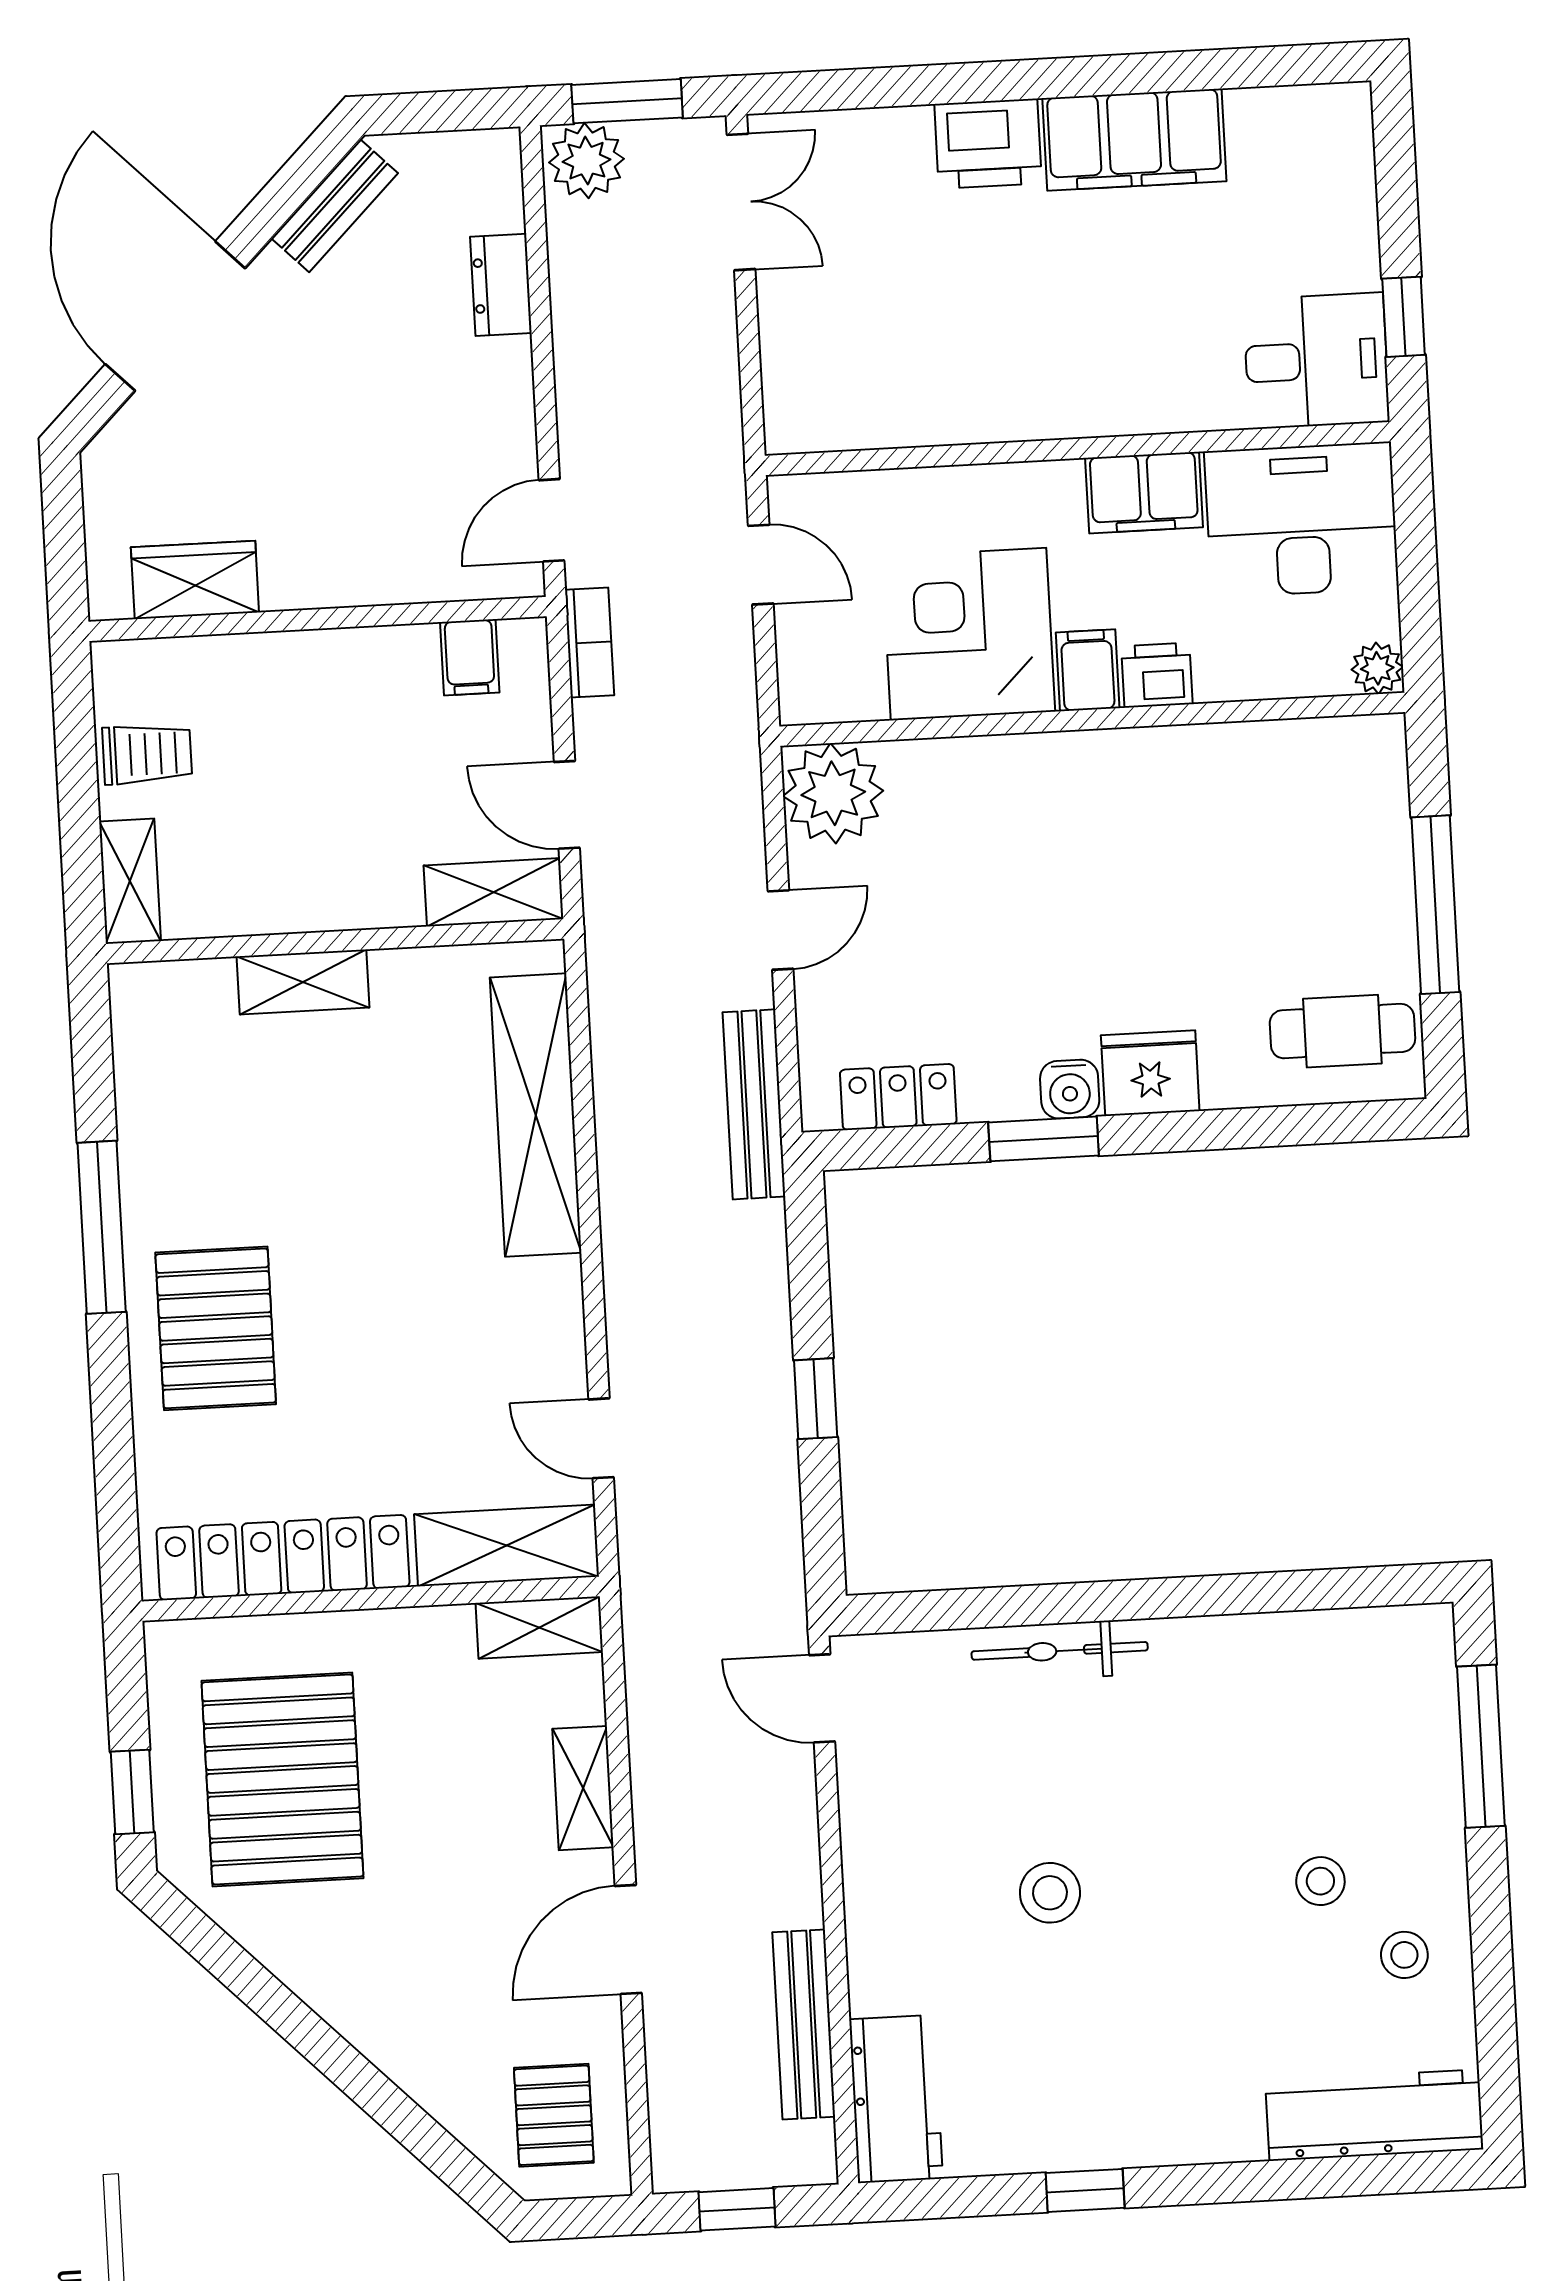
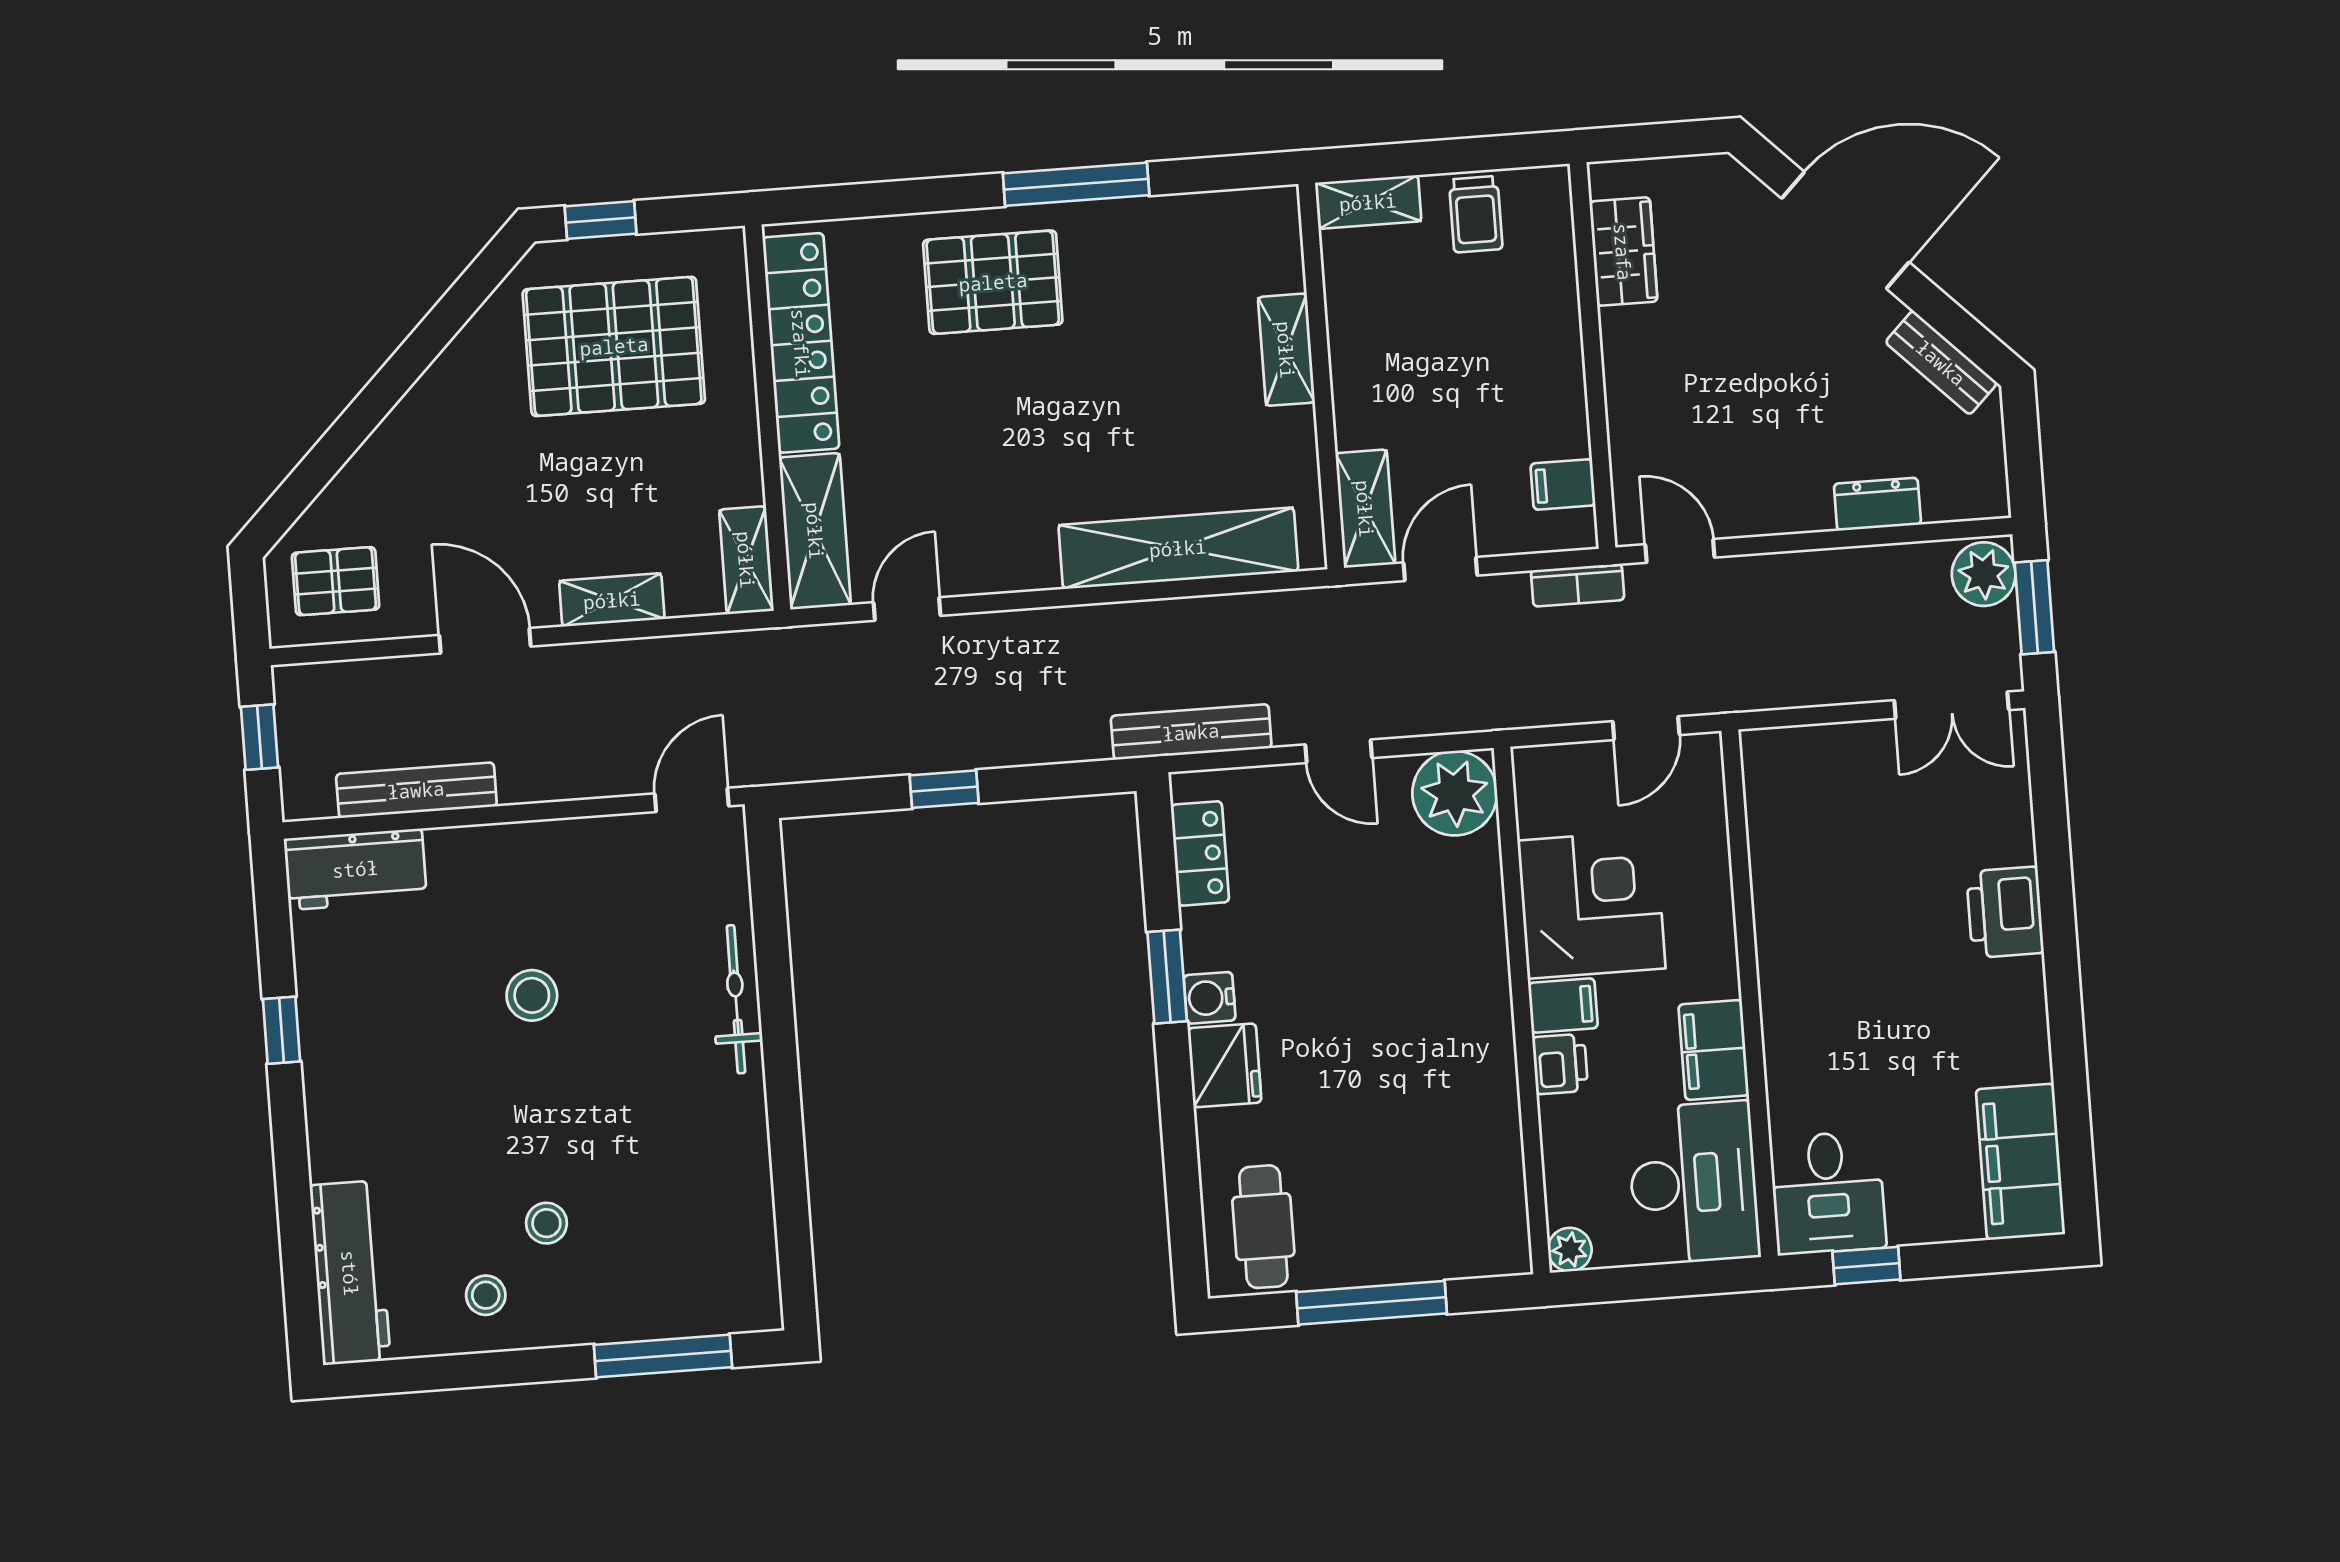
filing cabinet: (1134, 140) -> (2020, 1162), moved

